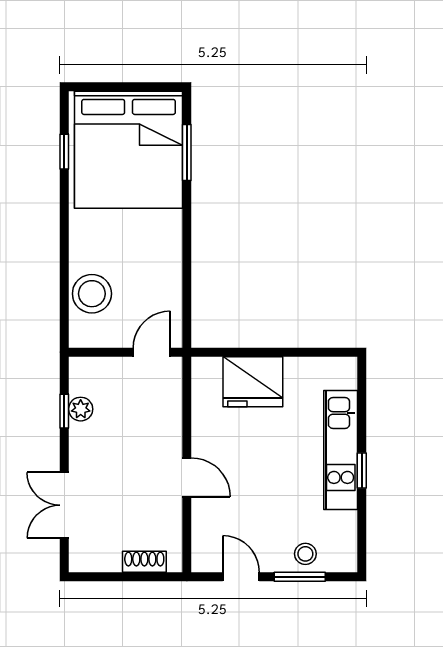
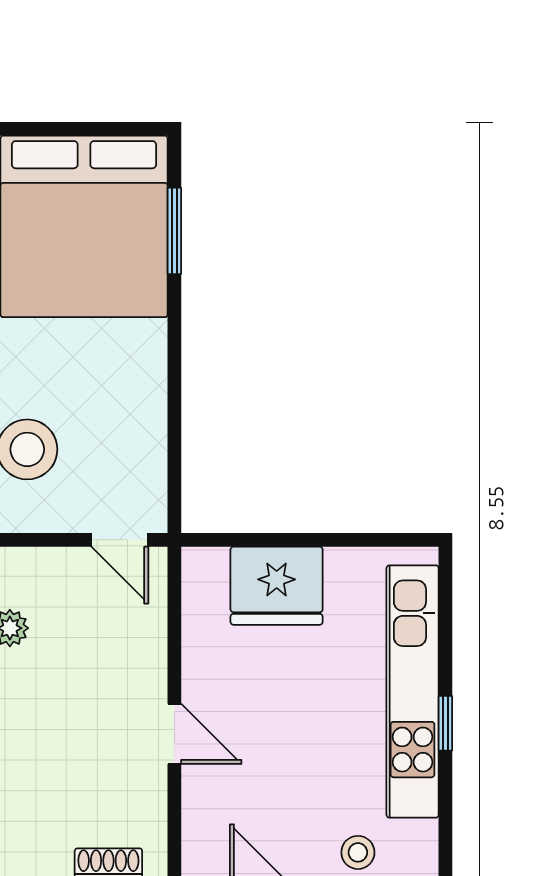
door: (152, 352) -> (120, 540), swing flipped
kitchen unit: (341, 450) -> (413, 691), width x1.36

